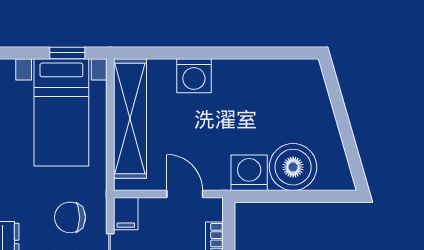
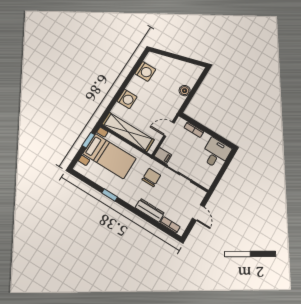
boiler: (293, 167) -> (185, 91), width x0.54, depth x0.54
washing machine: (249, 173) -> (145, 71), moved, turned 180
chair: (70, 217) -> (151, 178), turned 180

